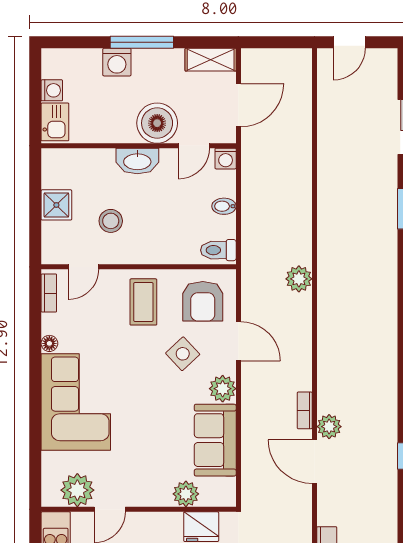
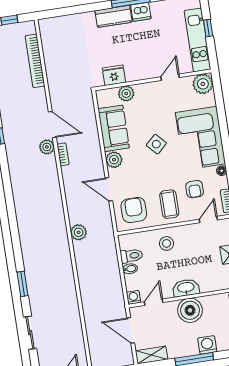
door: (238, 105) -> (131, 330), hinge flipped
boiler: (157, 123) -> (190, 310), moved
stool: (111, 221) -> (166, 243), moved
toilet: (218, 250) -> (131, 256), moved
armchair: (98, 320) -> (195, 189), added
side table: (183, 354) -> (156, 144), moved
plant: (77, 490) -> (203, 84), moved

